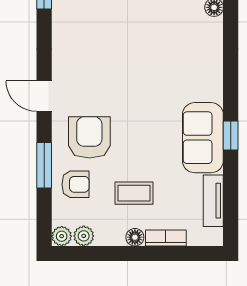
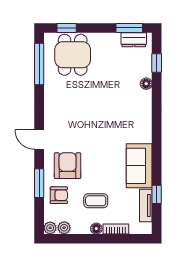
window: (231, 135) -> (157, 194), moved

